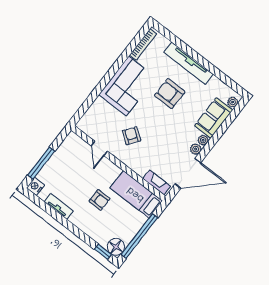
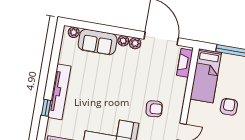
window: (181, 45) -> (46, 108), added
armchair: (170, 93) -> (97, 94), removed
armchair: (132, 136) -> (154, 109), turned -131

